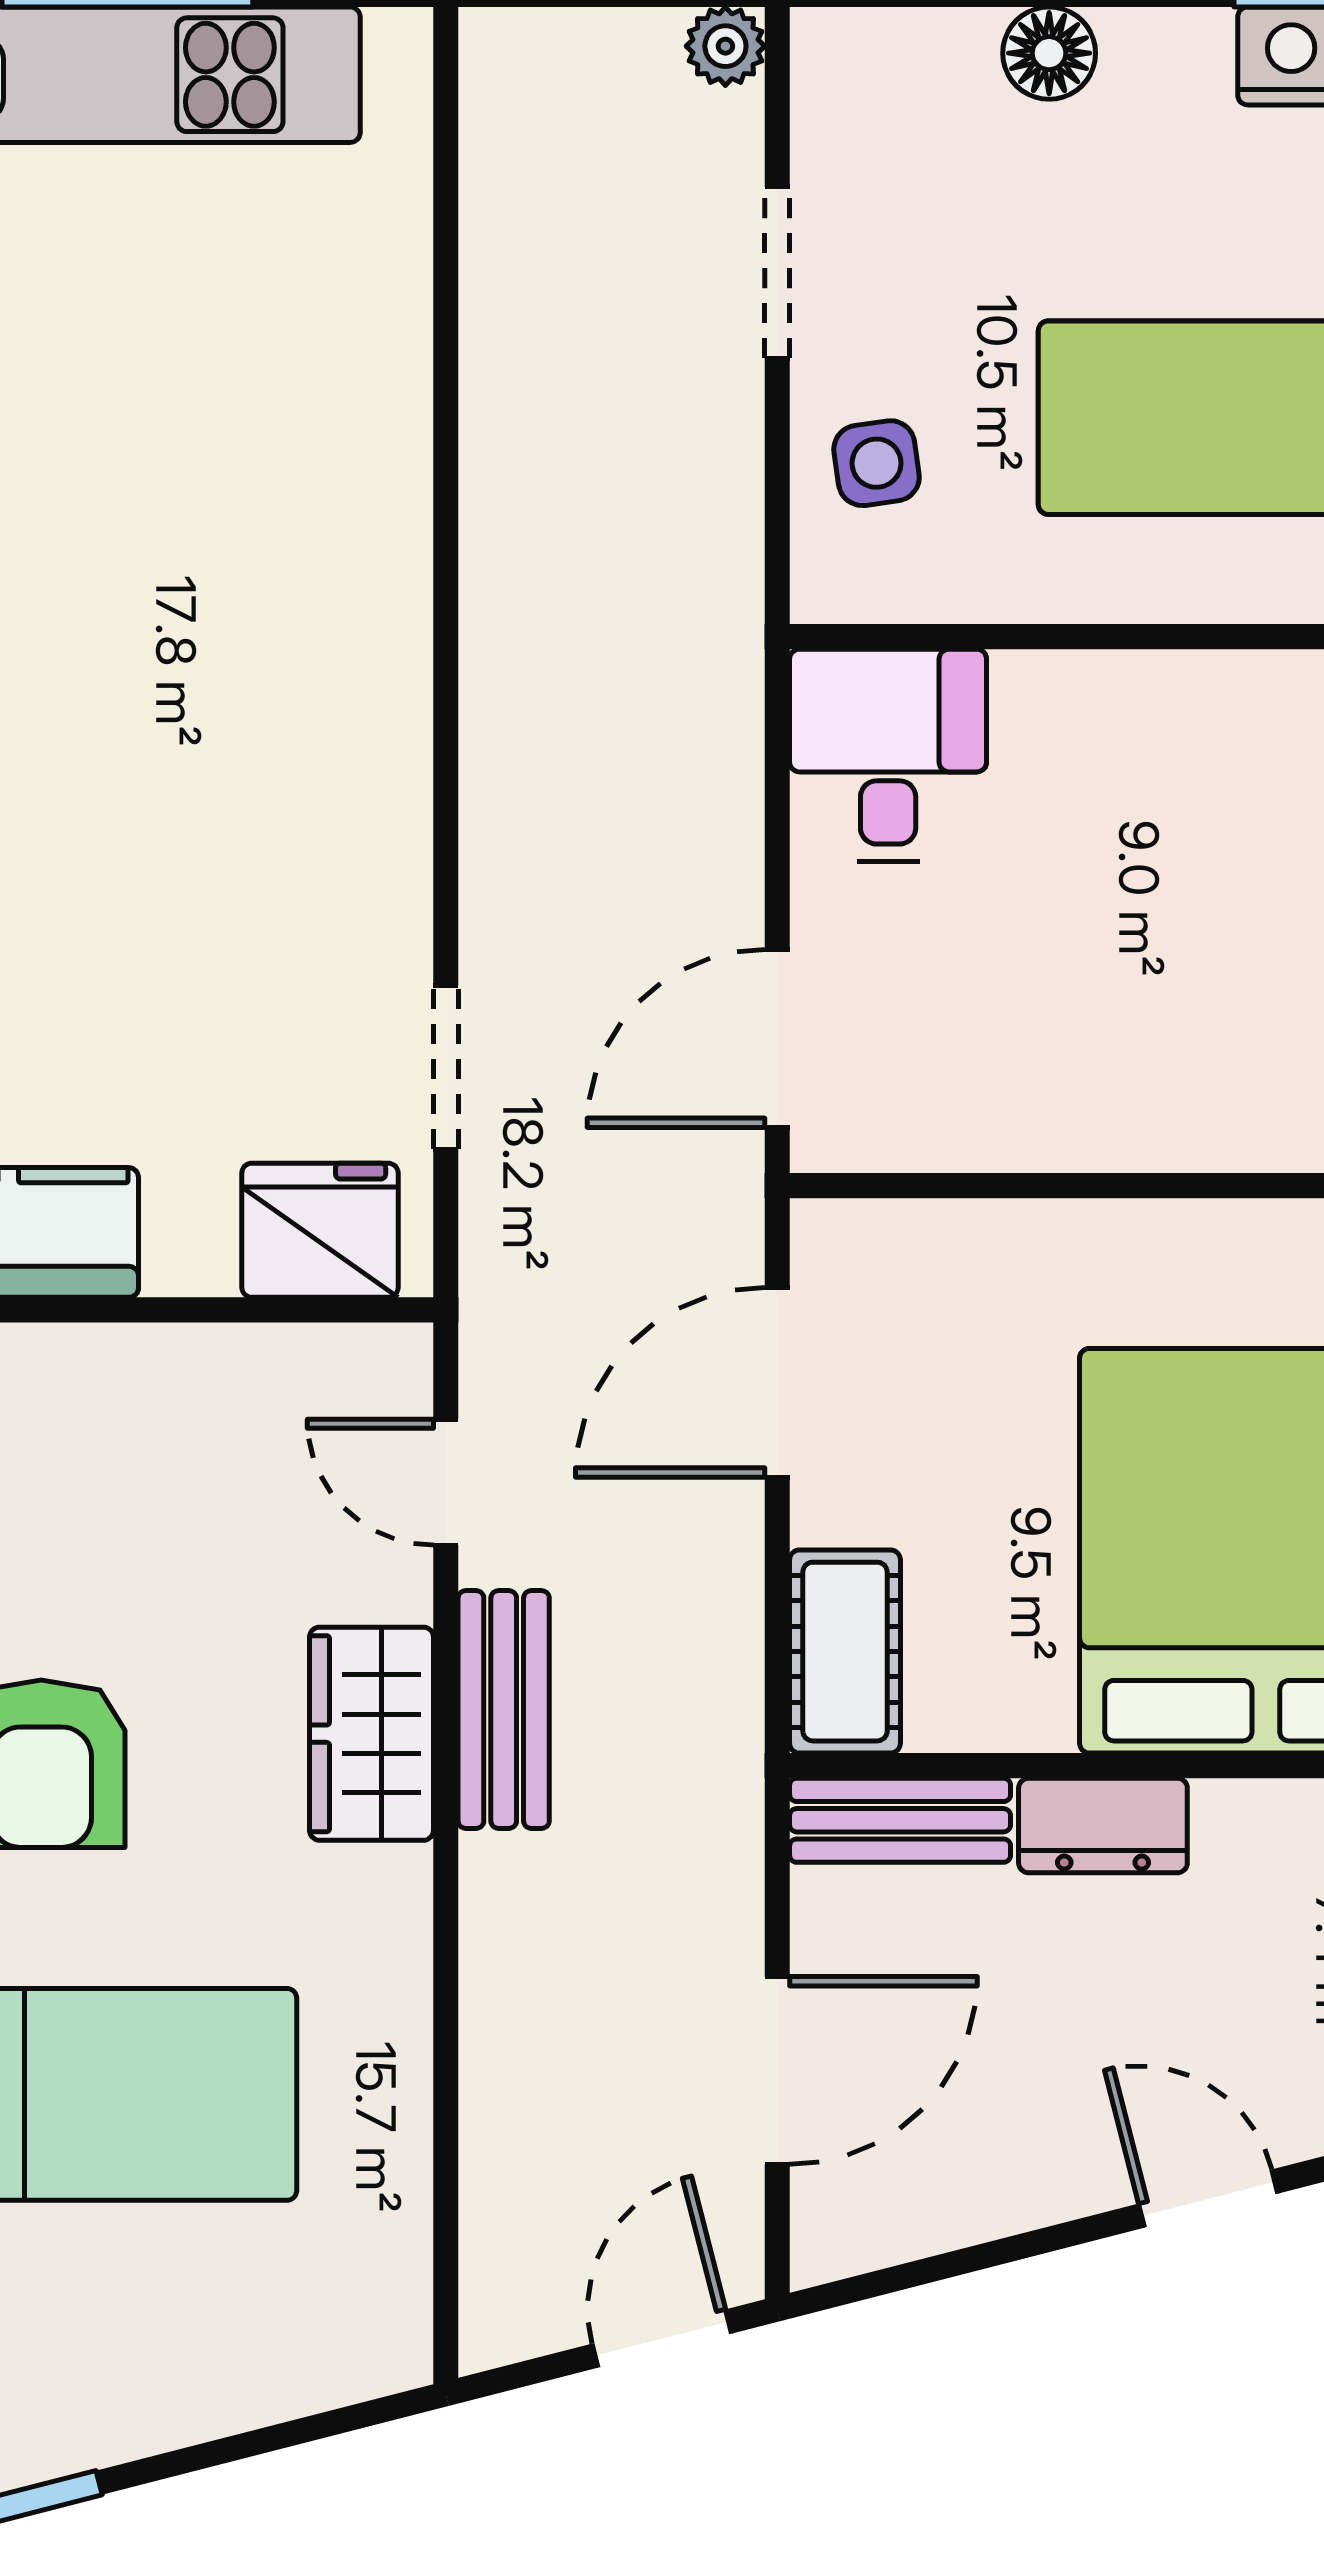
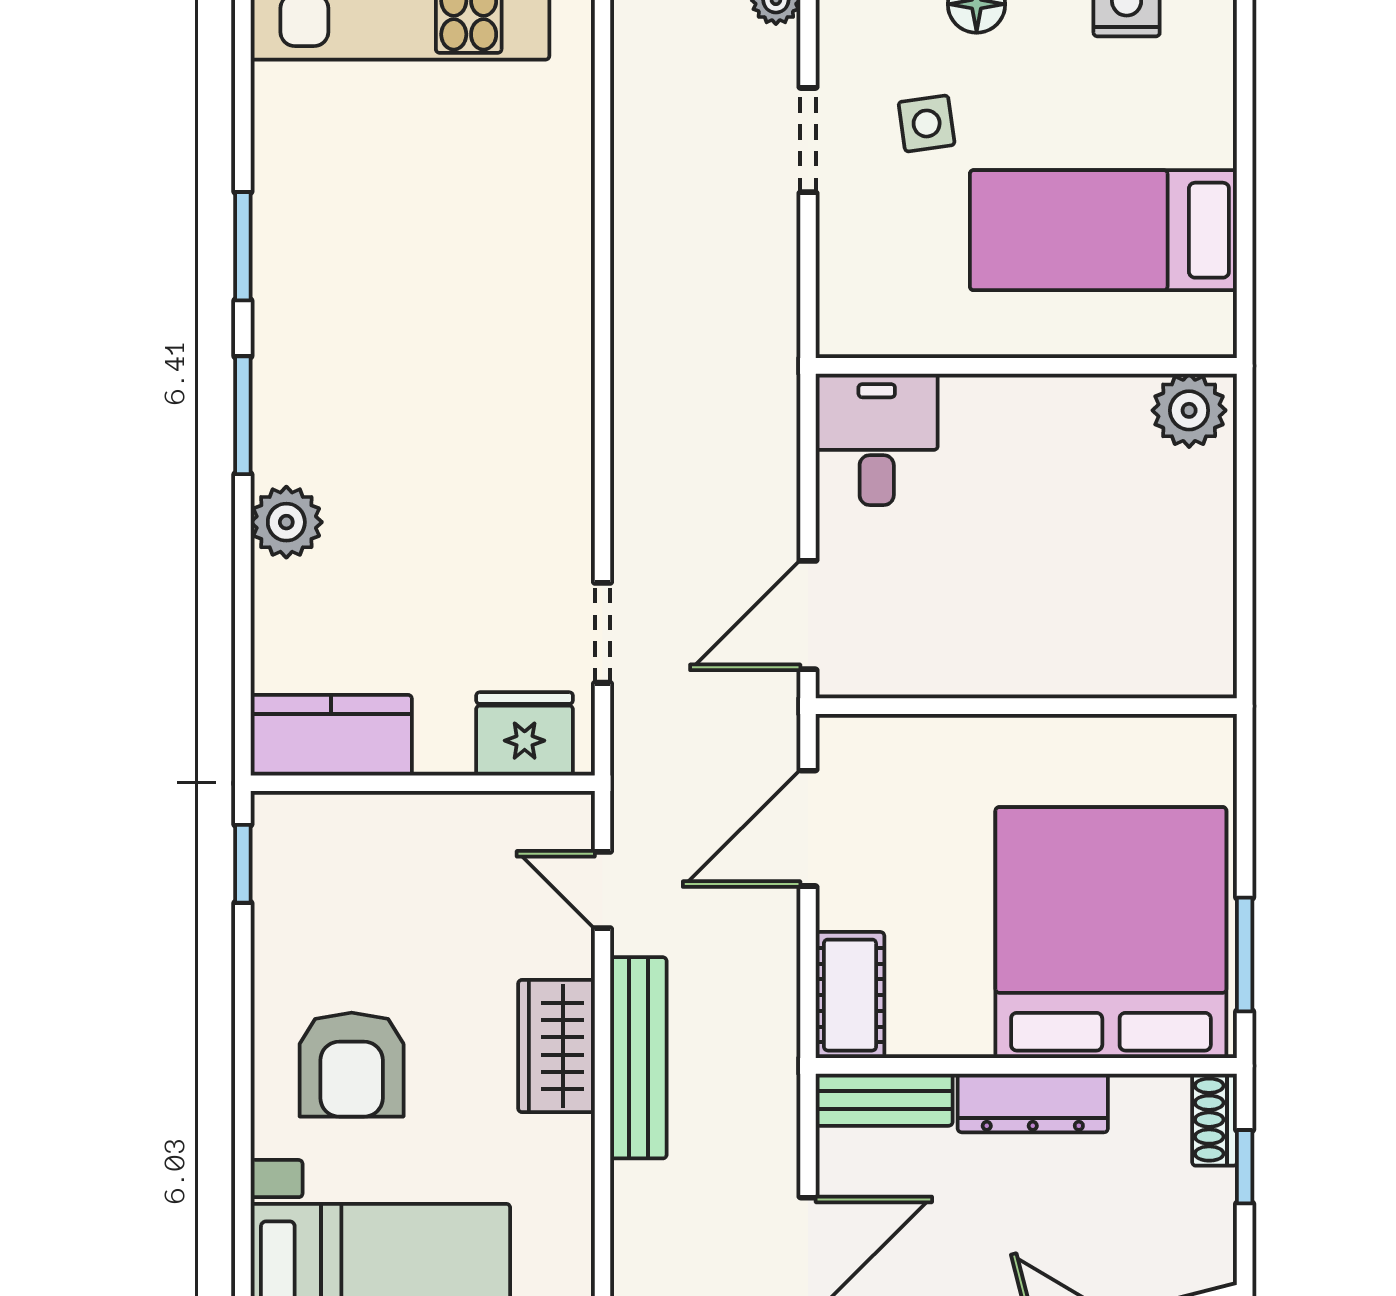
side table: (877, 463) -> (927, 123), moved
bench: (504, 1709) -> (638, 1058), width x1.36
dresser: (1103, 1825) -> (1033, 1103), width x1.44

